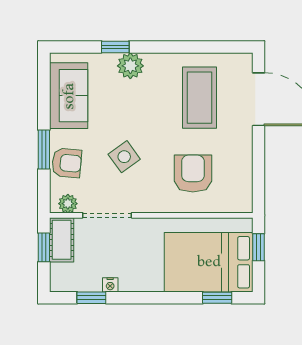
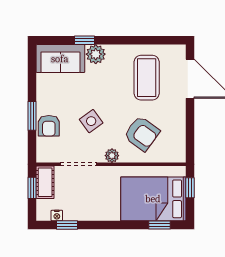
sofa: (69, 96) -> (60, 59), moved, turned 90
armchair: (67, 163) -> (49, 126), turned 85
armchair: (193, 174) -> (142, 134), turned 126
plant: (68, 204) -> (112, 156), moved
nightstand: (110, 285) -> (57, 215), moved

